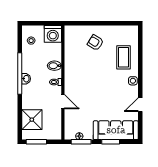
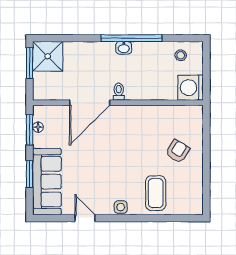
coffee table: (123, 57) -> (156, 193), turned 90
bidet: (54, 66) -> (143, 90), removed
door: (63, 102) -> (90, 103), width x1.87
shower: (32, 120) -> (48, 56), moved

